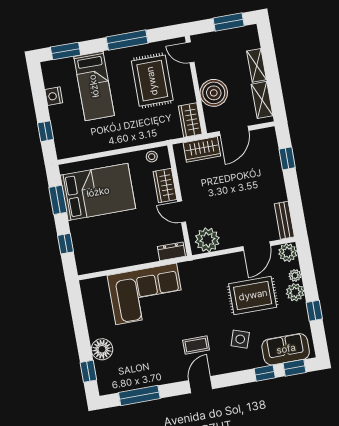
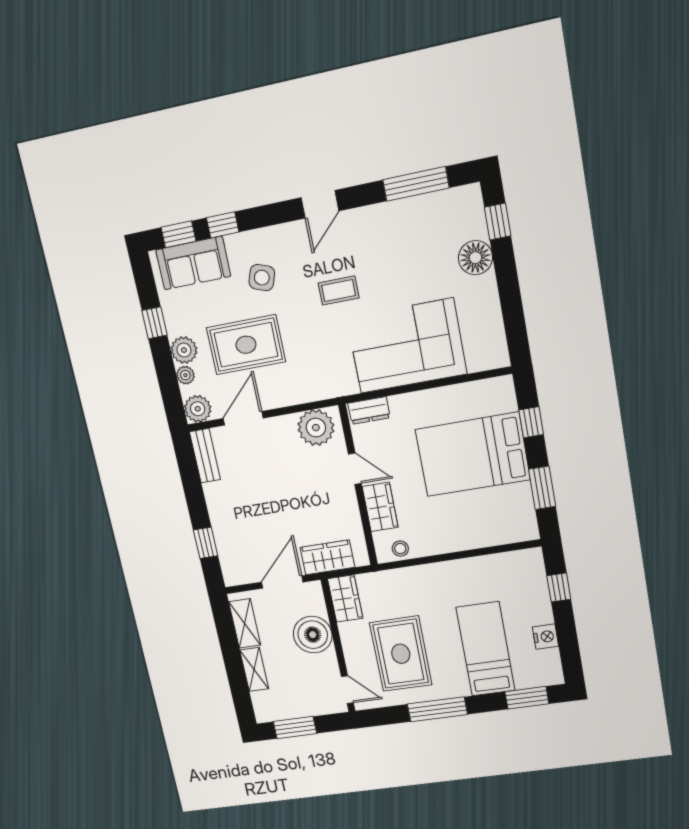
bed: (98, 192) -> (473, 455), moved
coffee table: (196, 345) -> (339, 290), moved

